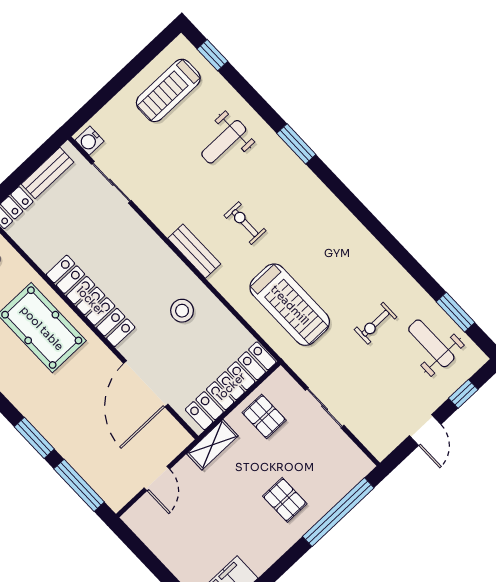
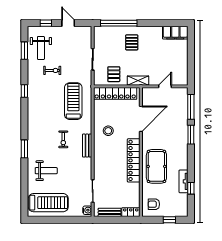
window: (212, 55) -> (24, 91), moved
treadmill: (168, 90) -> (48, 203), width x1.37, depth x1.38
door: (425, 430) -> (68, 23), hinge flipped

